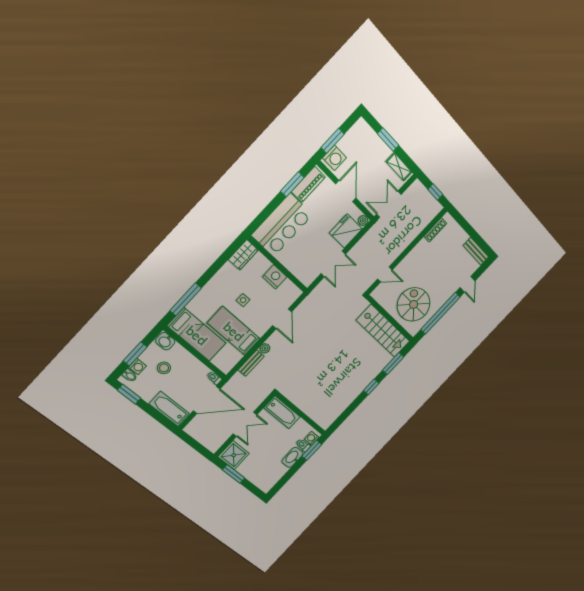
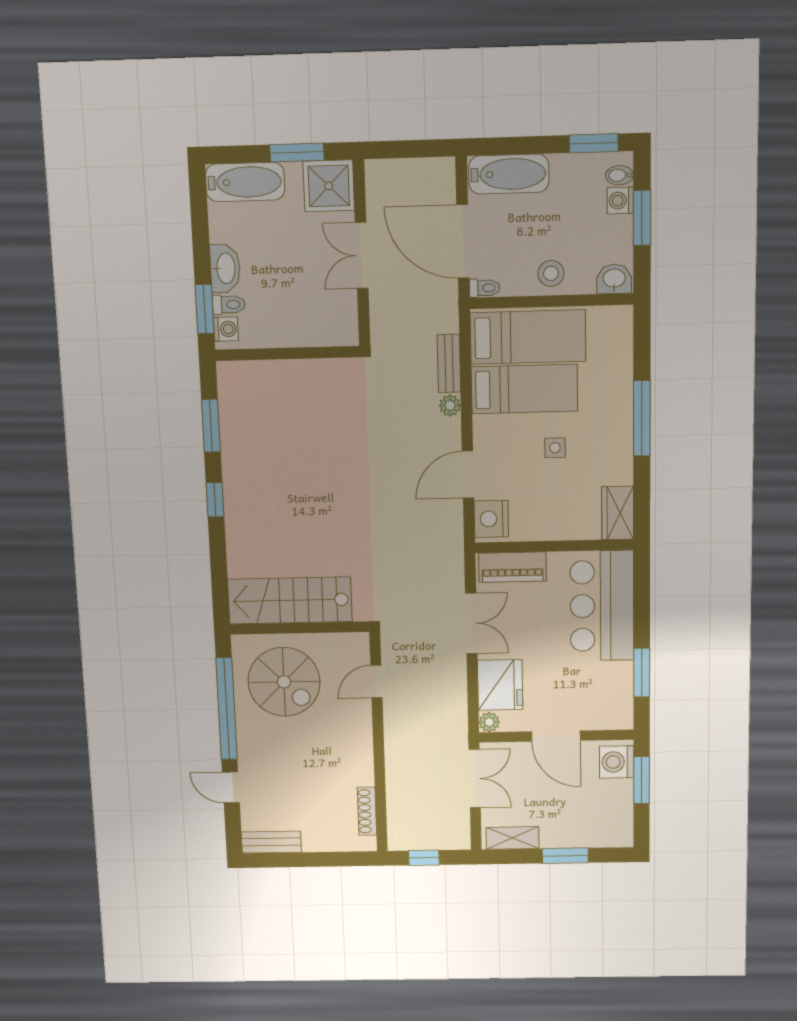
piano: (308, 184) -> (512, 567), moved, turned -90
double door: (333, 264) -> (471, 623), swing flipped
nightstand: (275, 277) -> (491, 519), moved, turned 90
window: (186, 299) -> (642, 418), moved
door: (282, 319) -> (468, 475), hinge flipped
bed: (197, 335) -> (528, 337), moved, turned 180
window: (393, 364) -> (211, 426), moved
stool: (164, 368) -> (551, 273), moved
door: (207, 400) -> (463, 242), hinge flipped
bathtub: (282, 412) -> (245, 182), moved, turned 180

